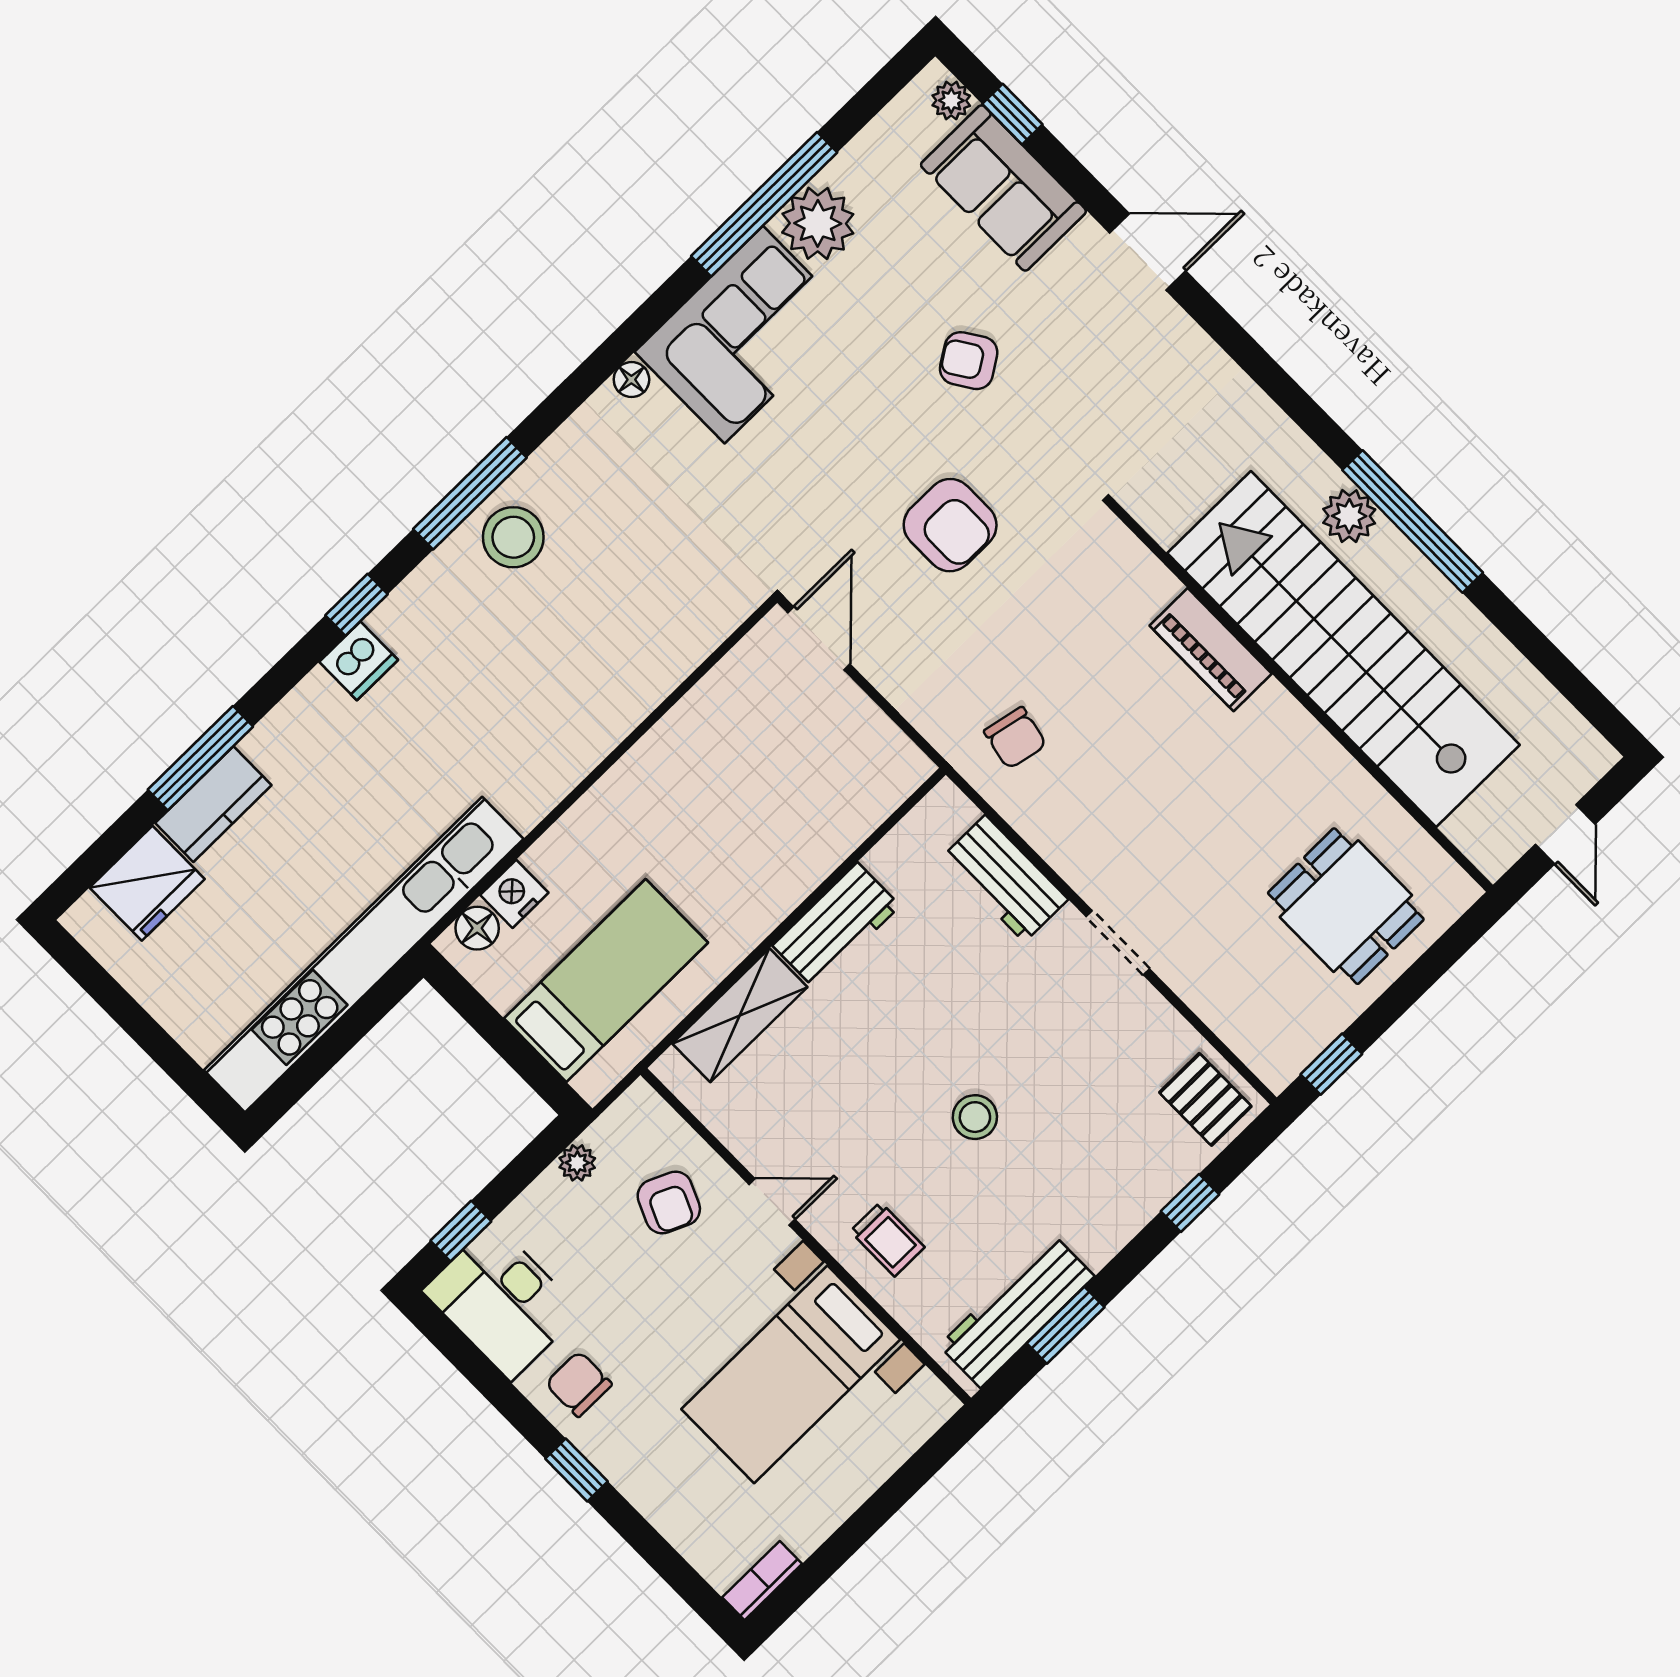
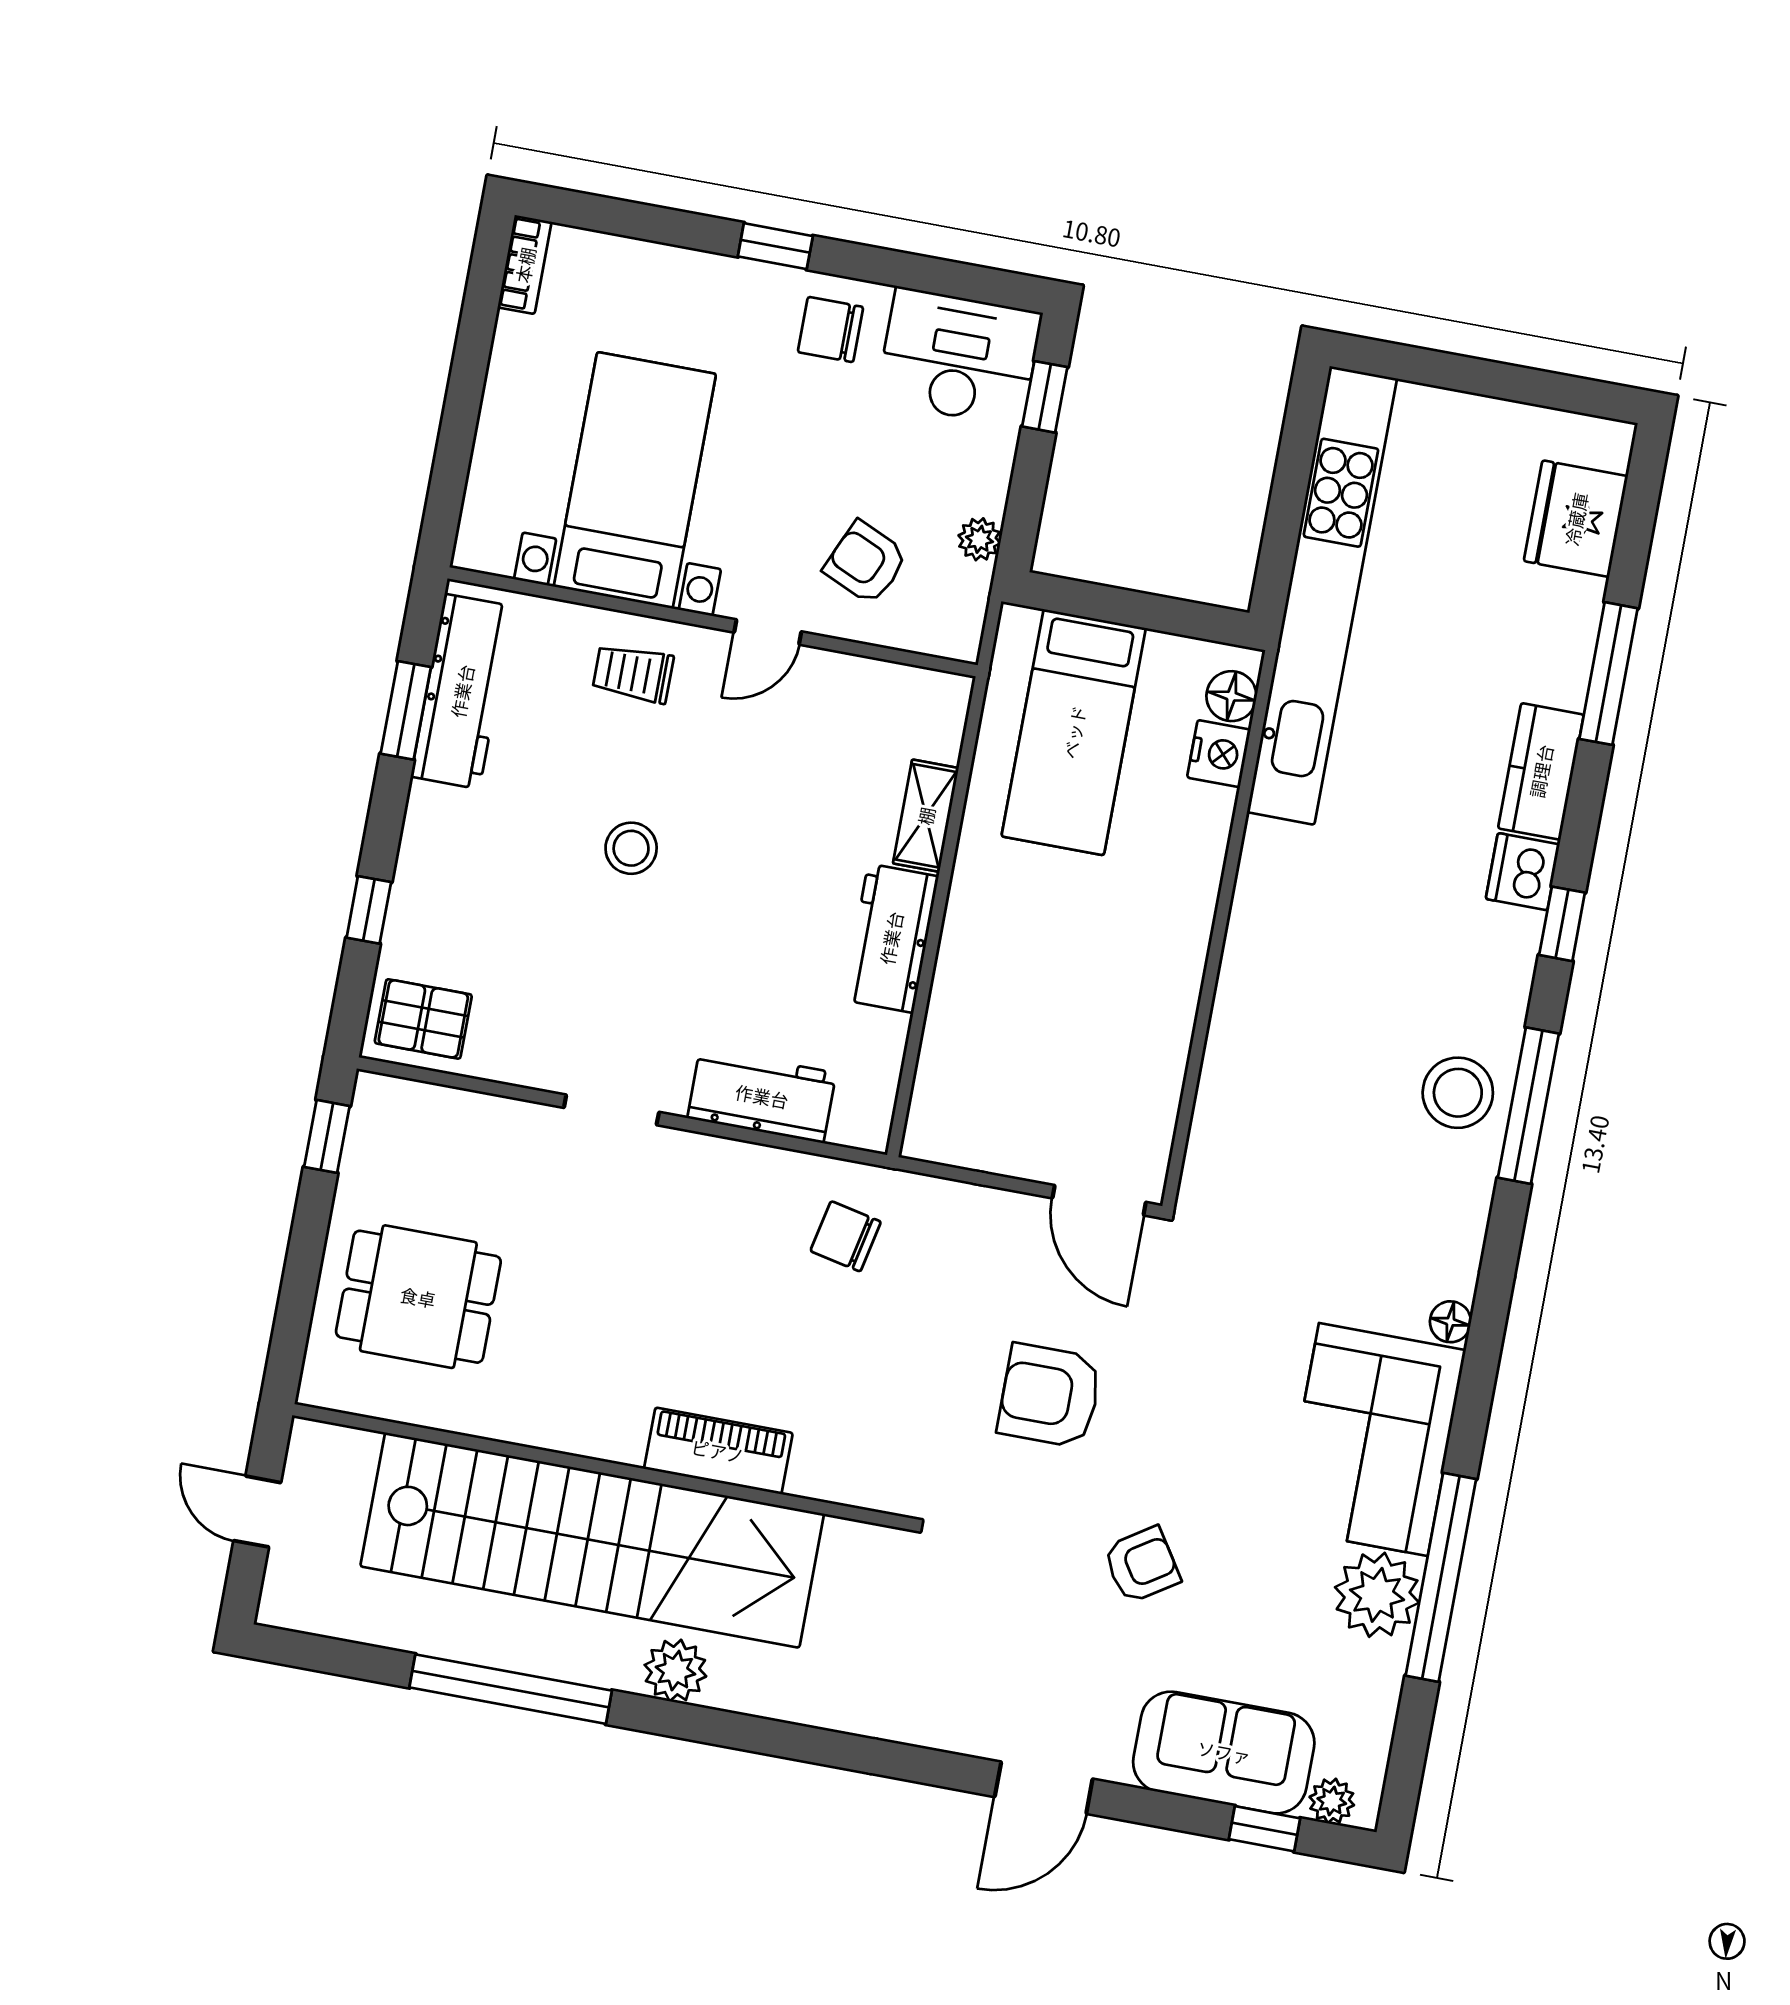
window: (1413, 521) -> (511, 1689), moved
kitchen counter: (213, 804) -> (1541, 771), moved
shelving: (740, 1015) -> (926, 816), width x0.67, depth x0.75
chair: (579, 1384) -> (831, 330), turned 180

